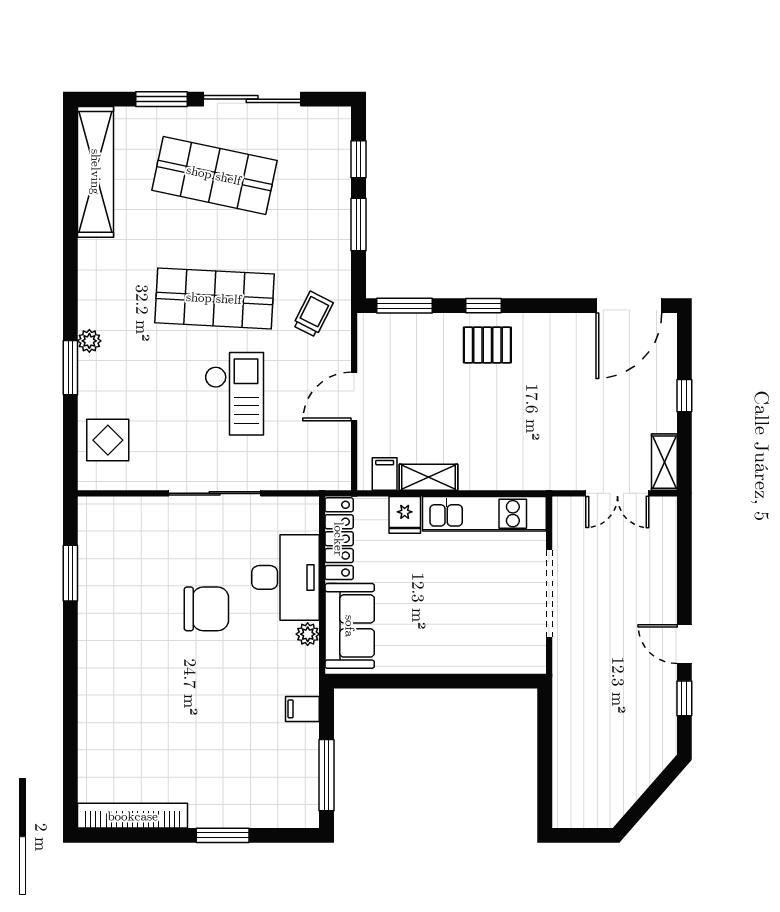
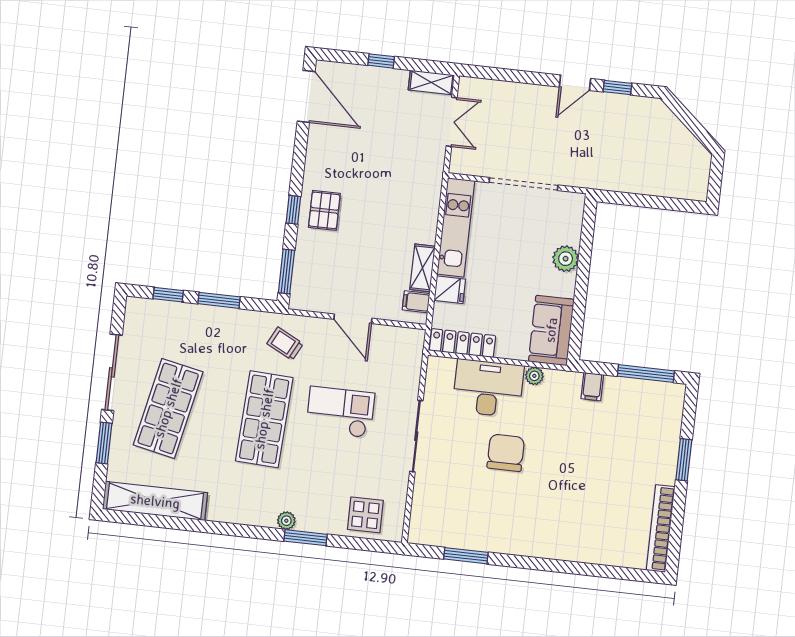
sofa: (350, 626) -> (551, 330), moved, turned -90
plant: (460, 657) -> (566, 259), added

